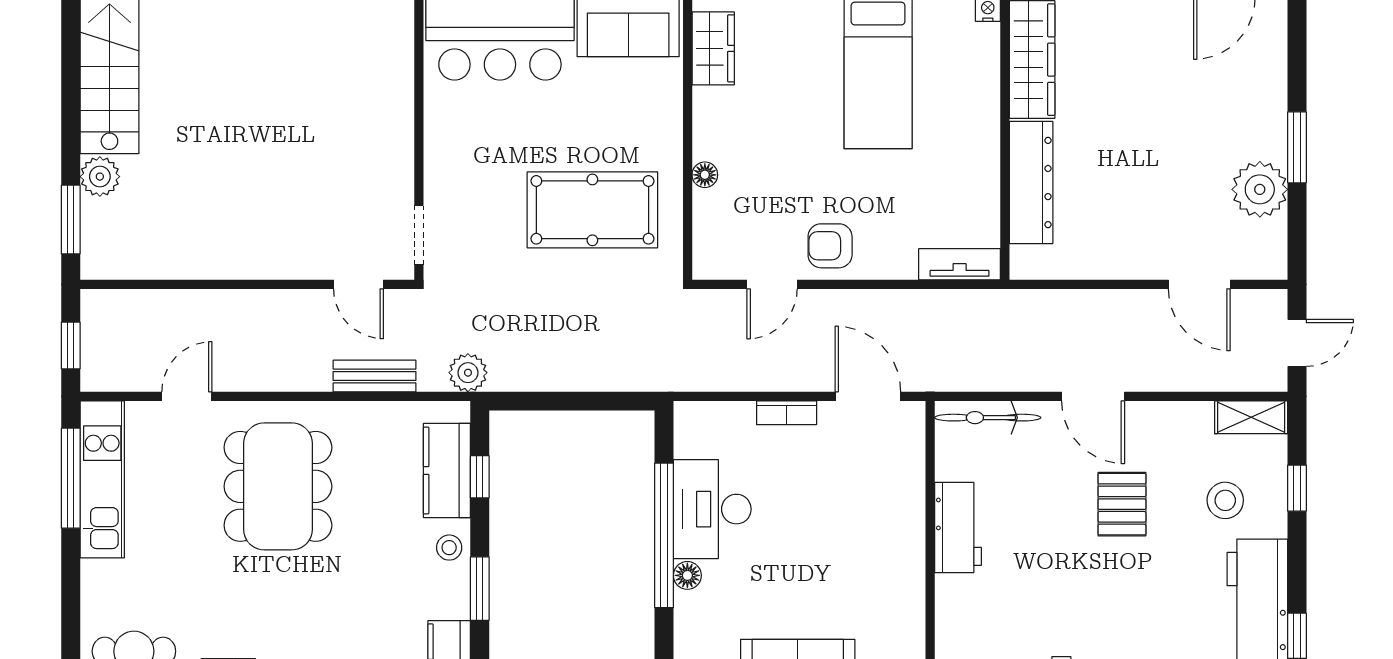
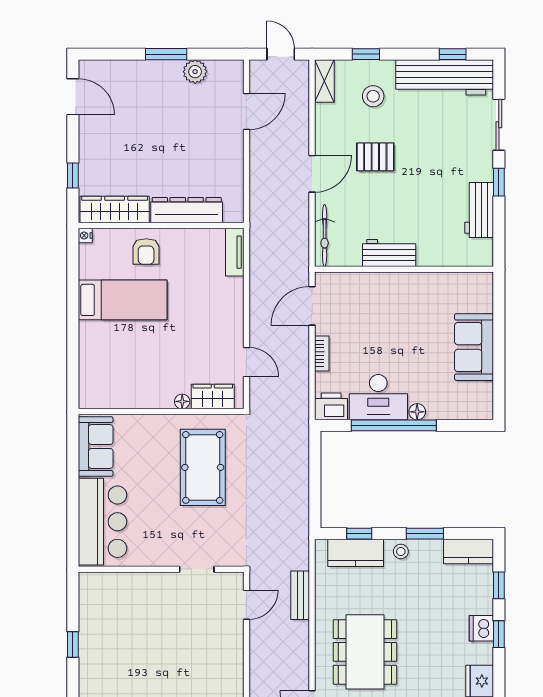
wardrobe: (713, 48) -> (213, 397), moved
plant: (1260, 189) -> (195, 72), width x0.73, depth x0.73
doorway: (419, 235) -> (197, 569), moved
armchair: (830, 246) -> (146, 251), moved
plant: (468, 373) -> (298, 540), removed
printer: (696, 429) -> (331, 406), added
dining table: (278, 486) -> (365, 652), turned 90

